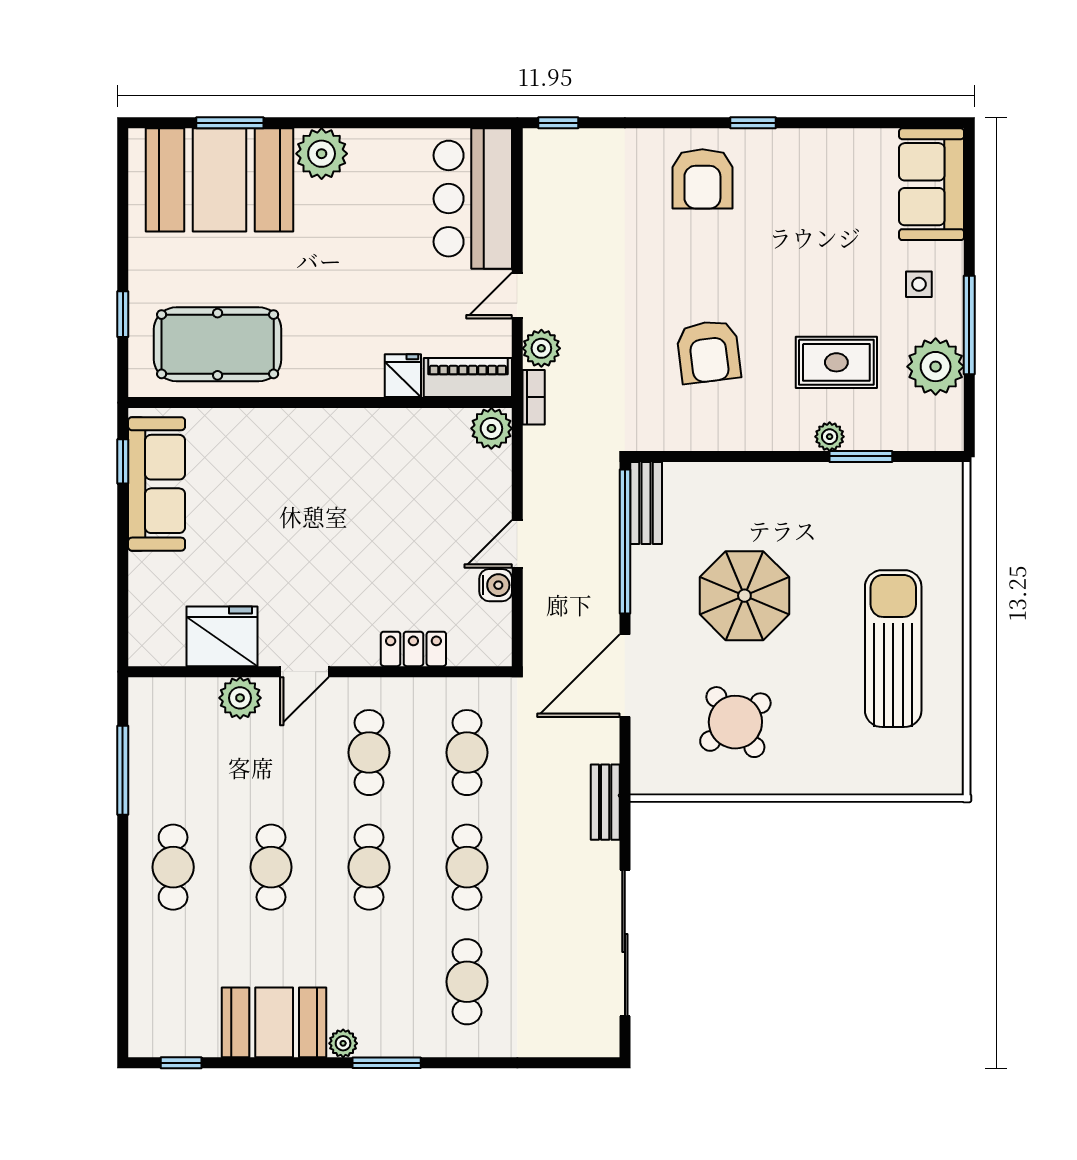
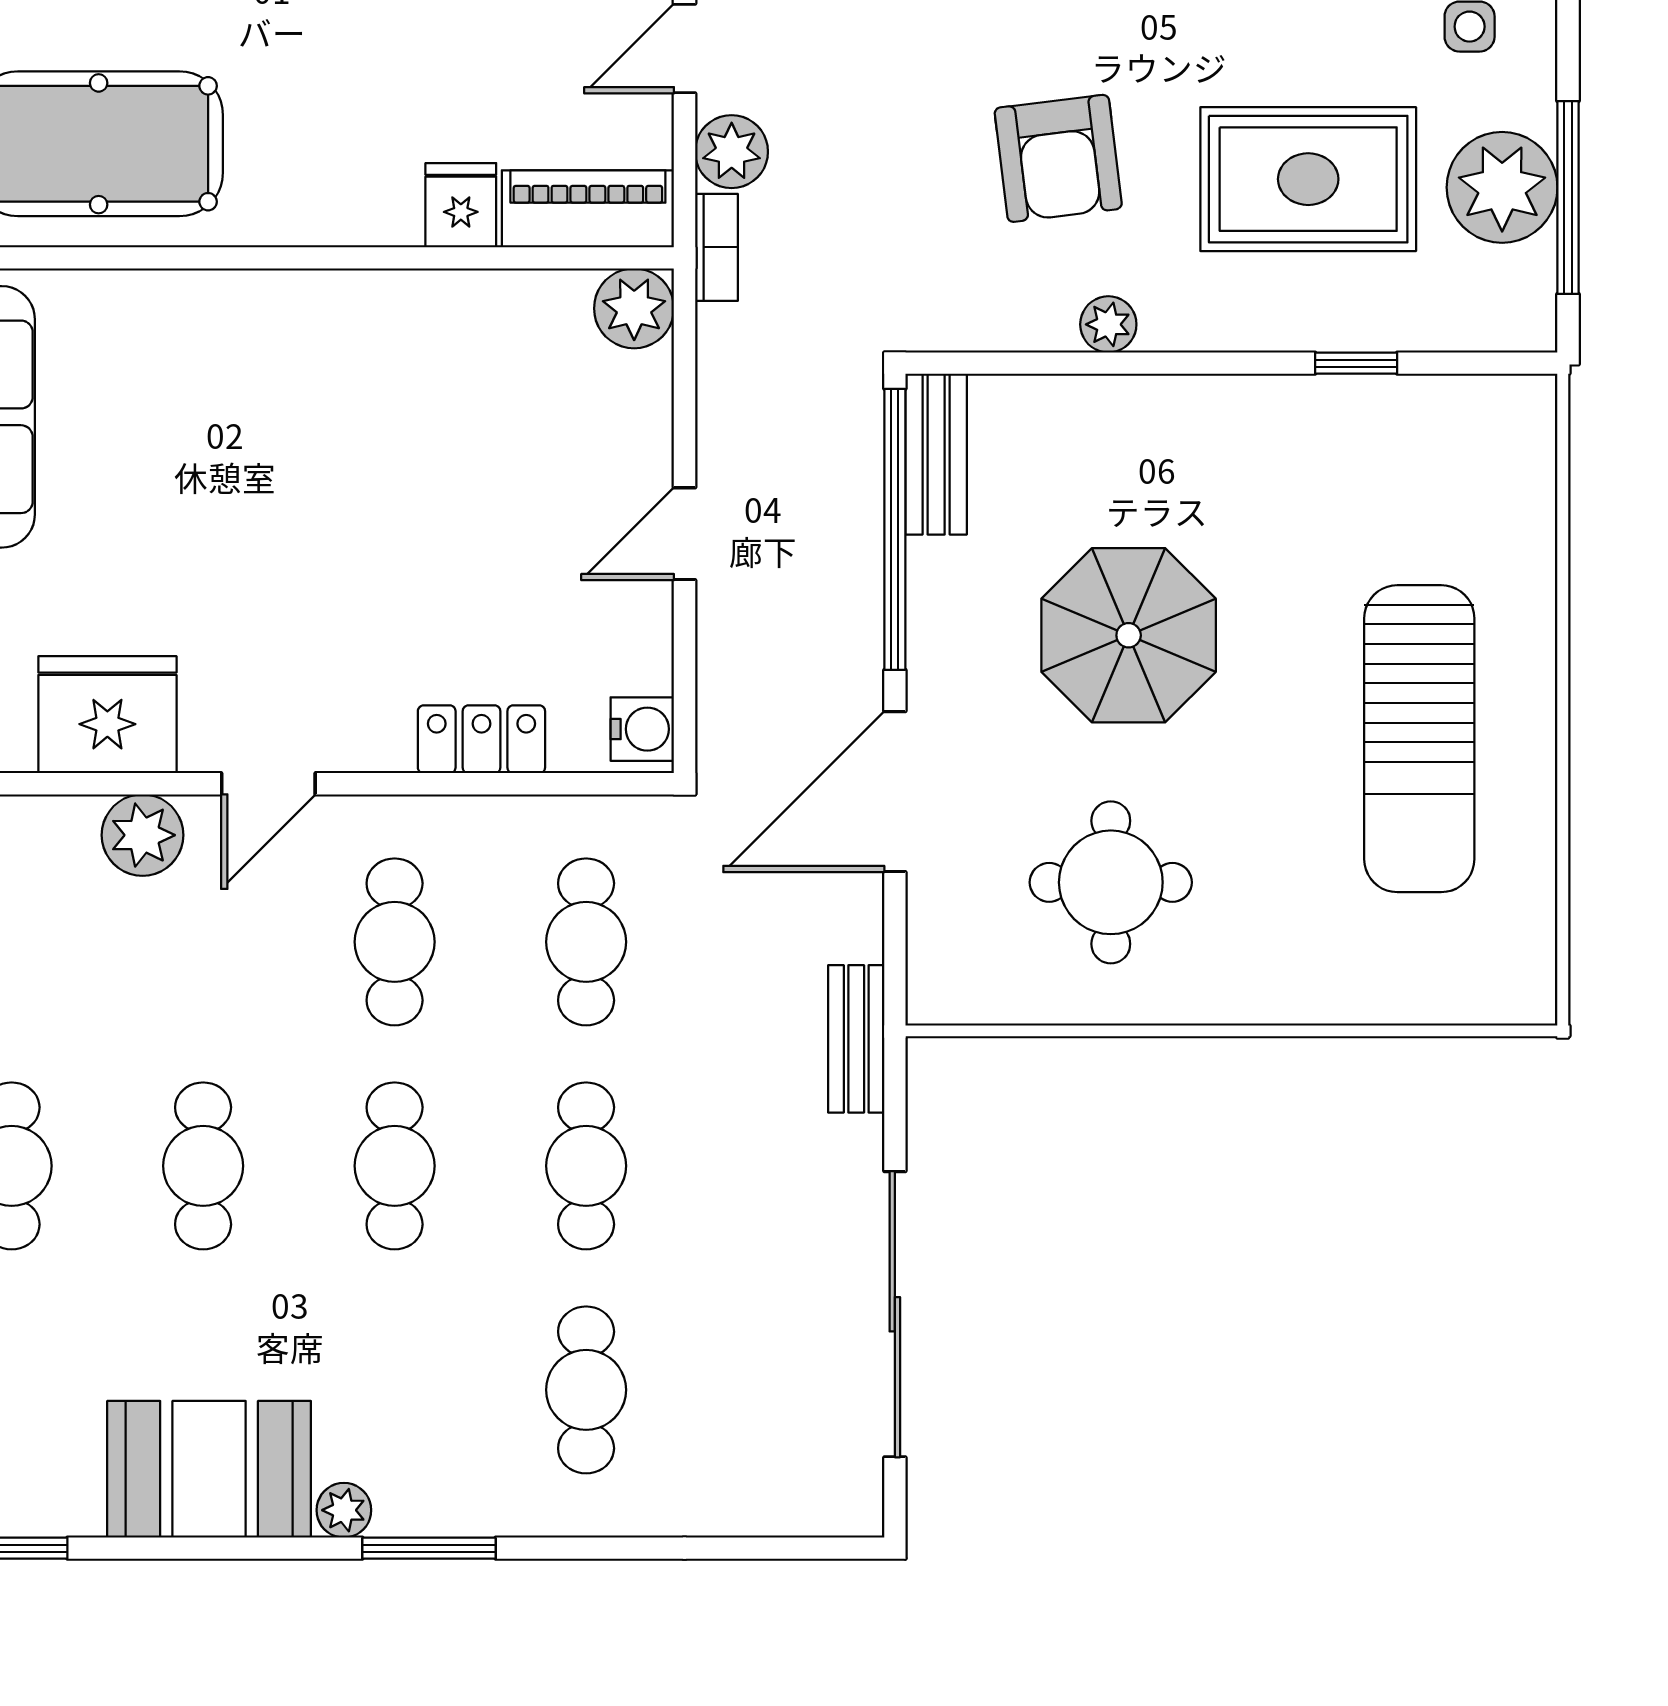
window: (969, 325) -> (1568, 198), moved
rug: (836, 362) -> (1308, 179), width x1.36, depth x1.43
plant: (830, 437) -> (1108, 324), moved
window: (861, 456) -> (1356, 363), width x0.67
water cooler: (496, 585) -> (642, 729), moved
sun lounger: (893, 649) -> (1419, 739), turned 180
round table: (735, 722) -> (1111, 882), turned 37

